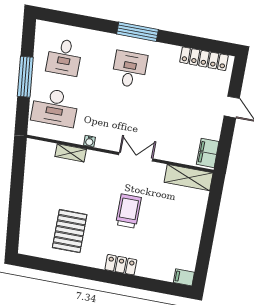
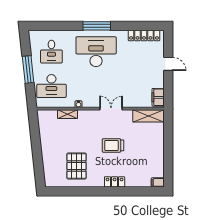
desk: (129, 69) -> (96, 52), width x1.87, depth x1.30
trolley: (129, 211) -> (113, 145), turned -90

